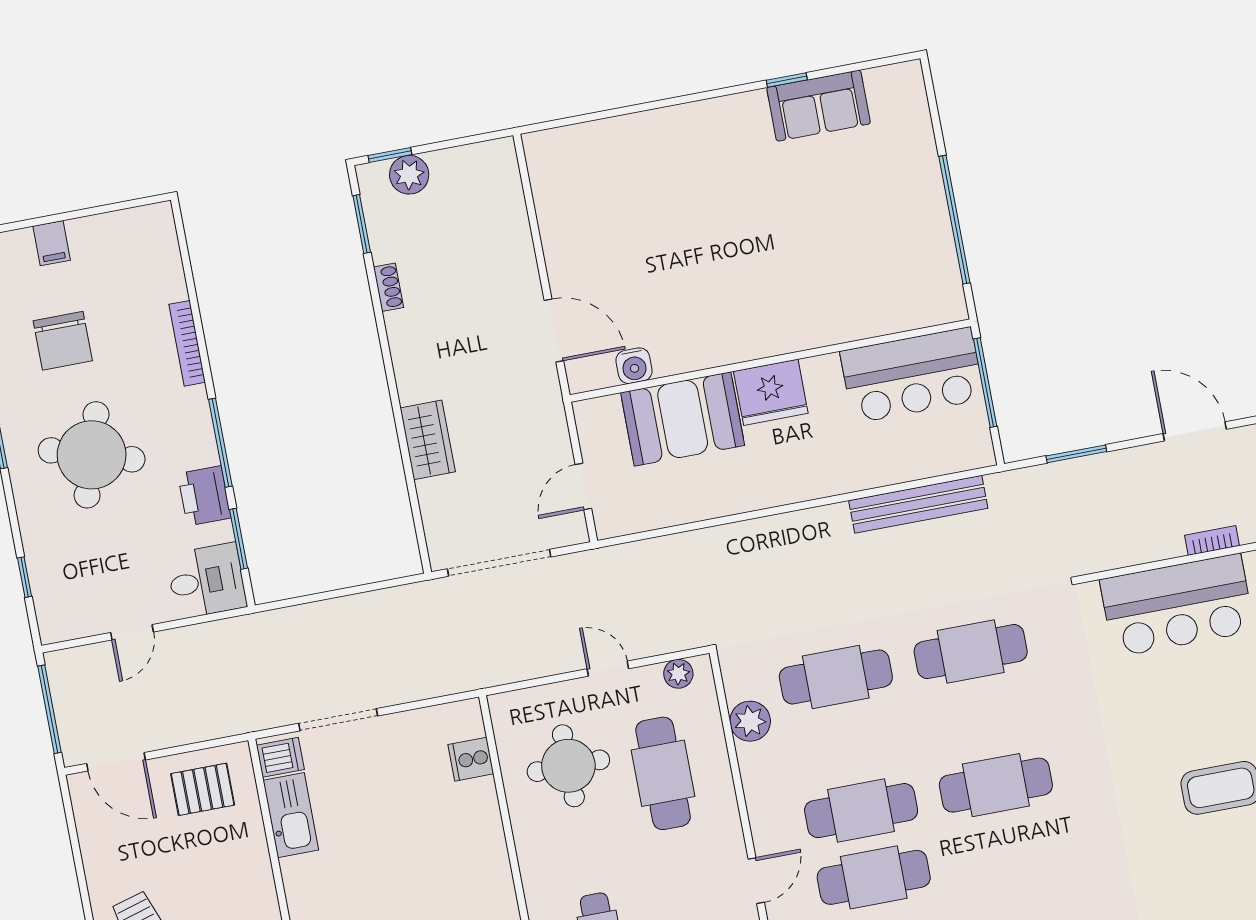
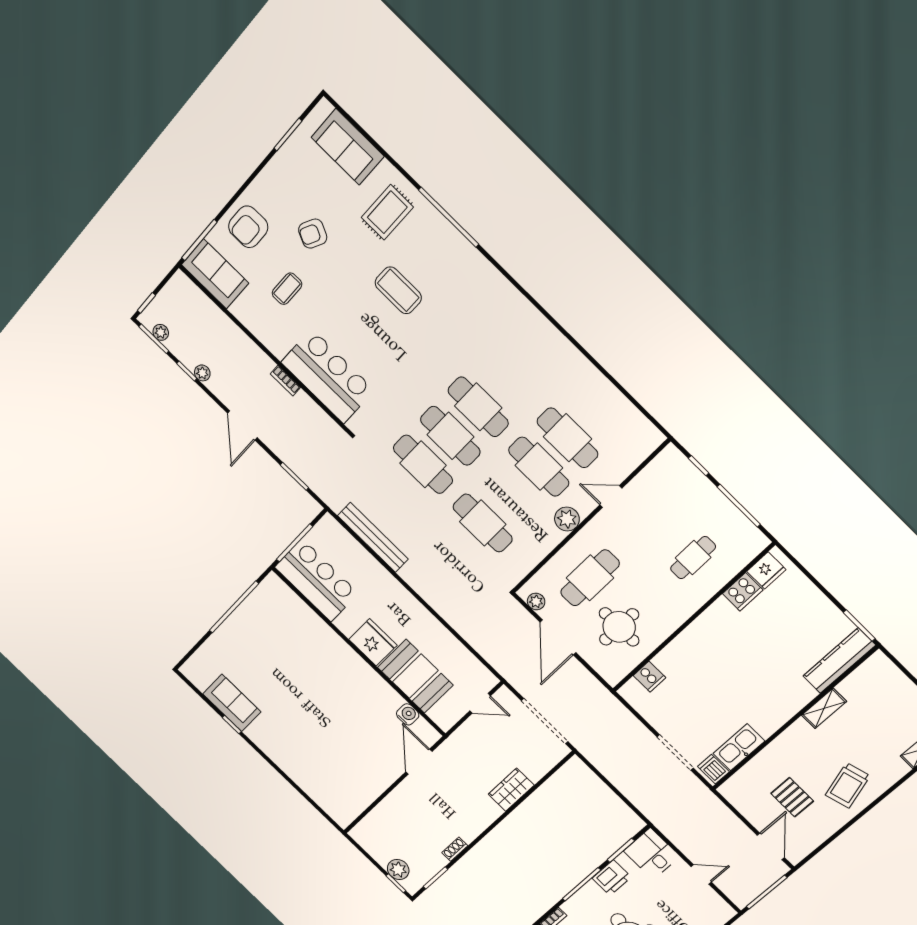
door: (608, 669) -> (558, 637), width x1.88
cafe table: (983, 718) -> (450, 436), added
plant: (750, 721) -> (567, 519), moved
pallet: (203, 789) -> (792, 797), moved

